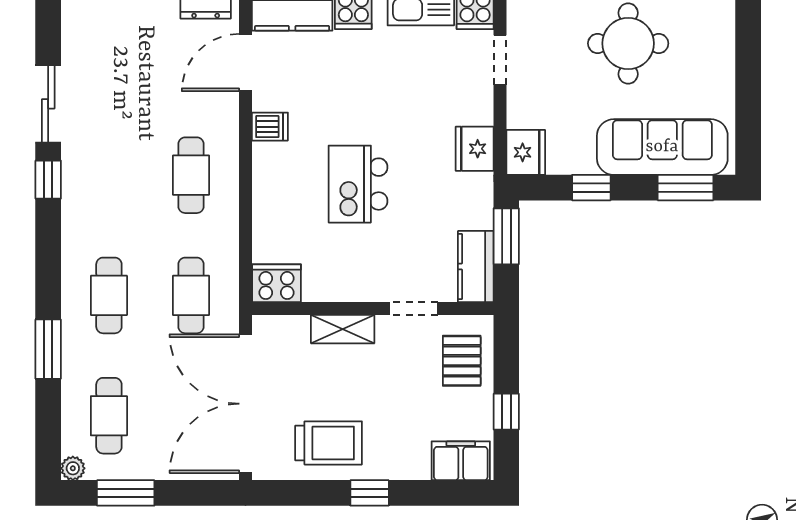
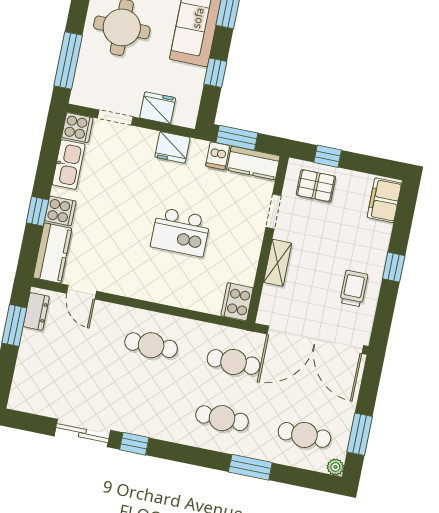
door: (245, 63) -> (82, 292), width x0.73
dishwasher: (270, 127) -> (218, 156), moved, turned 180
fridge: (526, 152) -> (158, 108), moved
window: (506, 412) -> (328, 156), moved
trolley: (328, 443) -> (354, 288), width x0.73, depth x0.72

